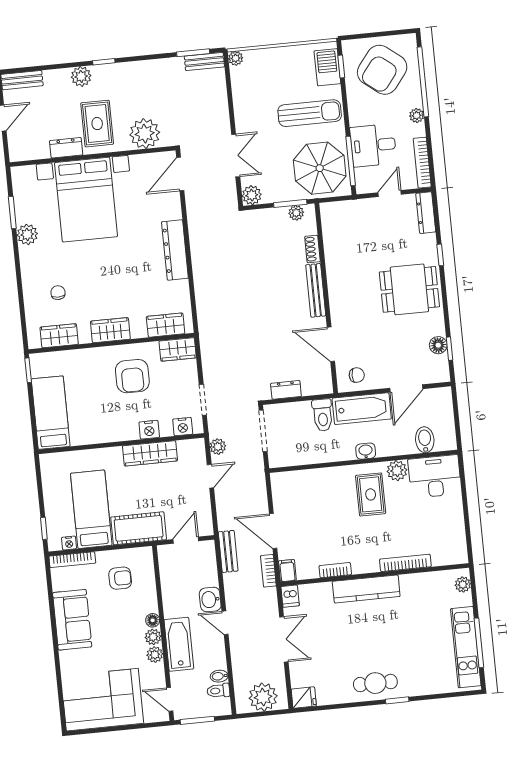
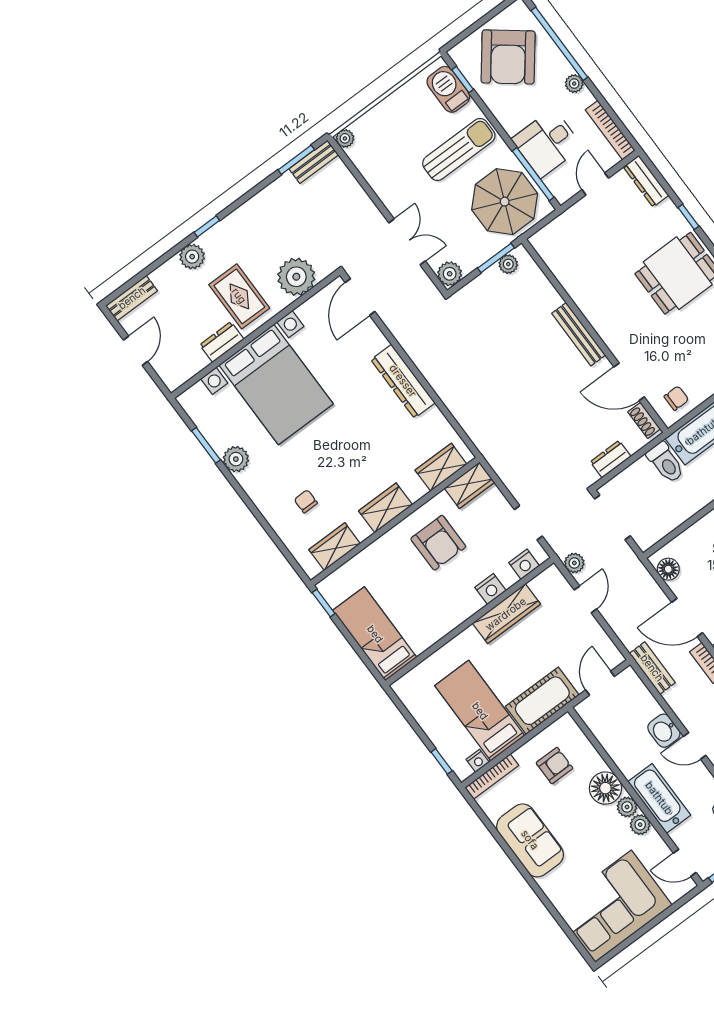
shoe rack: (312, 249) -> (644, 420), moved
floor lamp: (280, 490) -> (668, 569), added
floor lamp: (153, 620) -> (605, 788), width x1.89, depth x1.89

